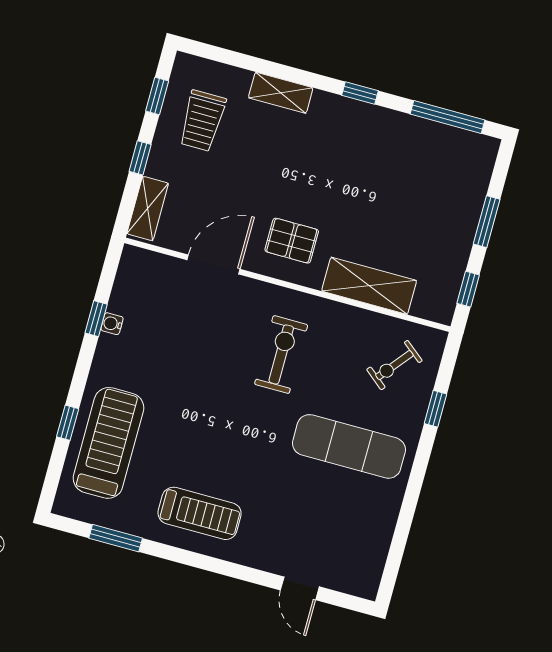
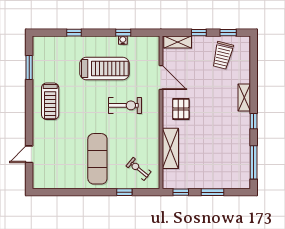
shelving: (281, 93) -> (244, 97), moved
trolley: (202, 121) -> (223, 55), turned -76
exercise bike: (281, 354) -> (125, 105), moved
treadmill: (108, 443) -> (104, 68), moved

